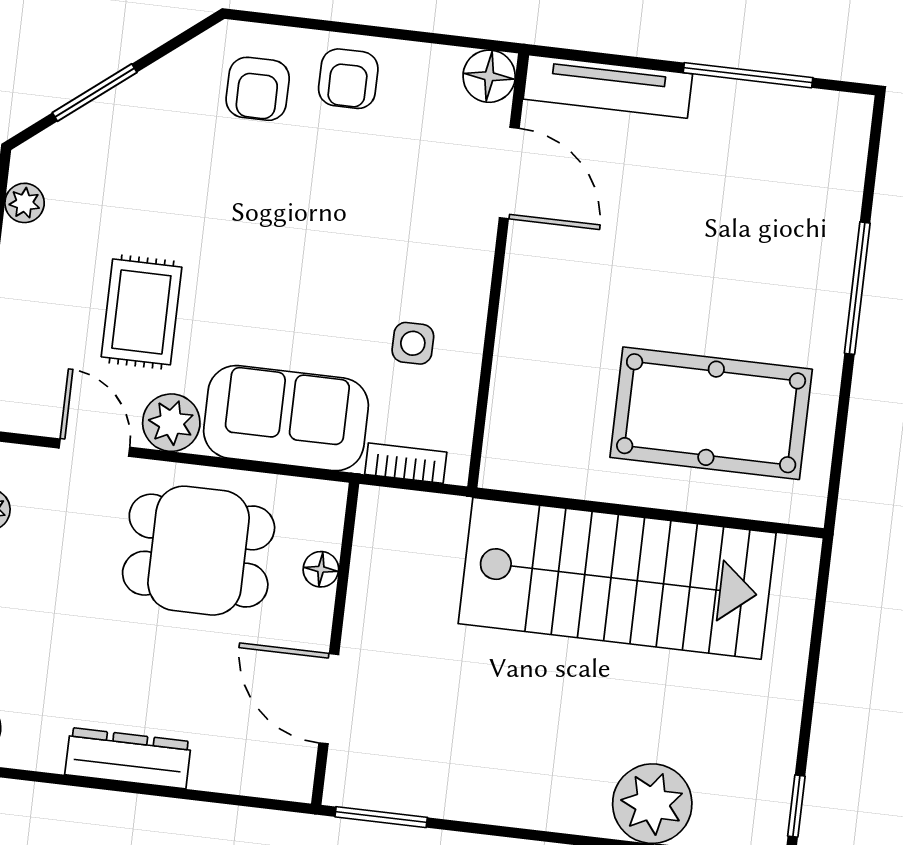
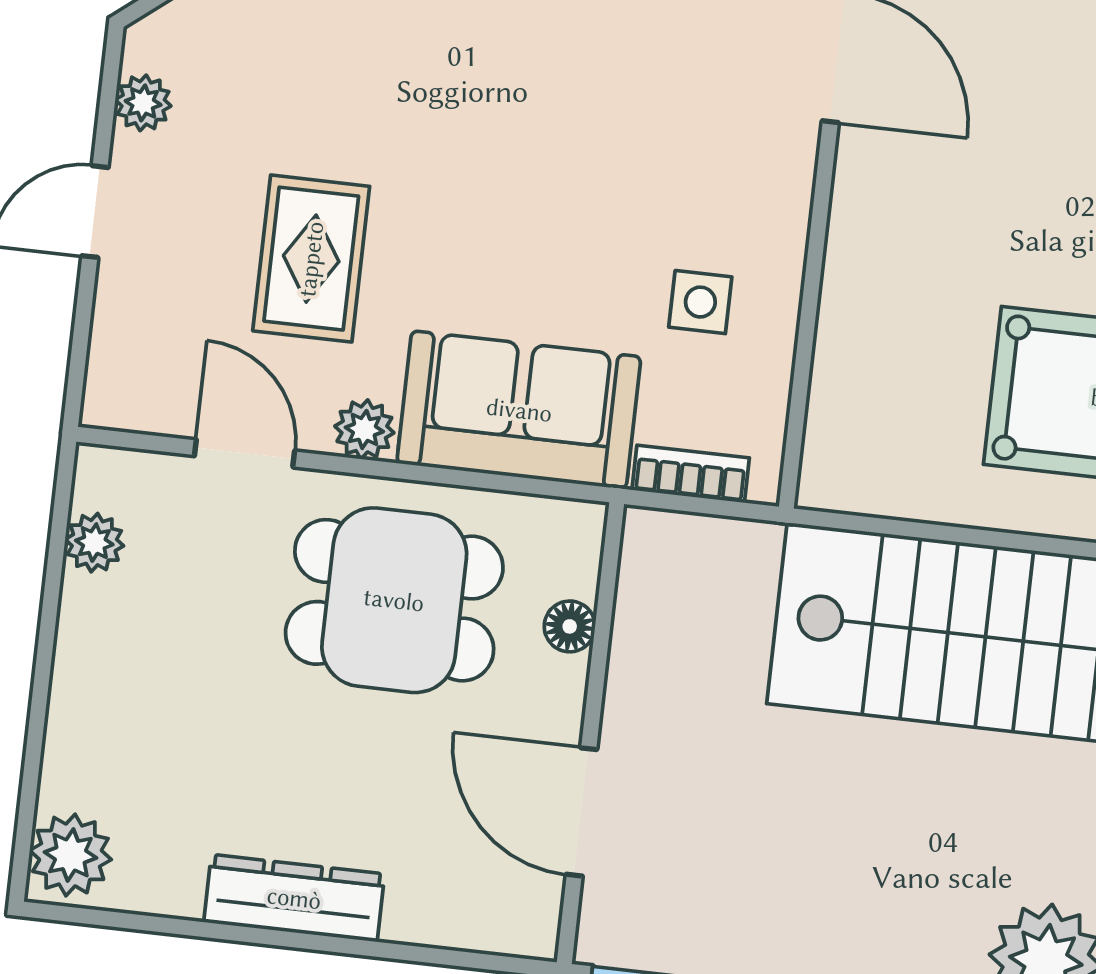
plant: (171, 423) -> (364, 429), width x0.73, depth x0.73

